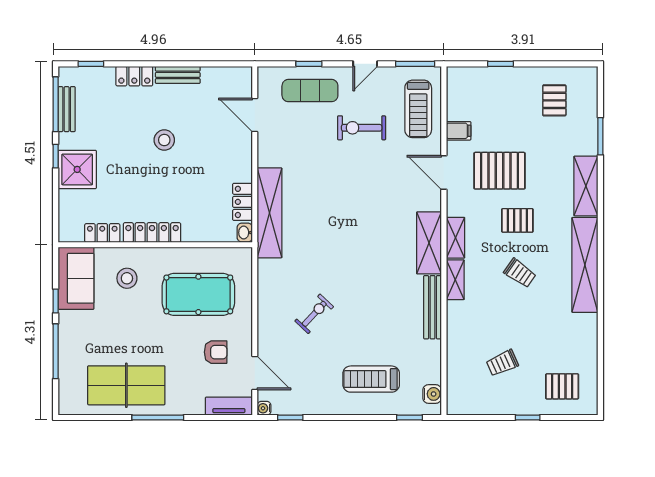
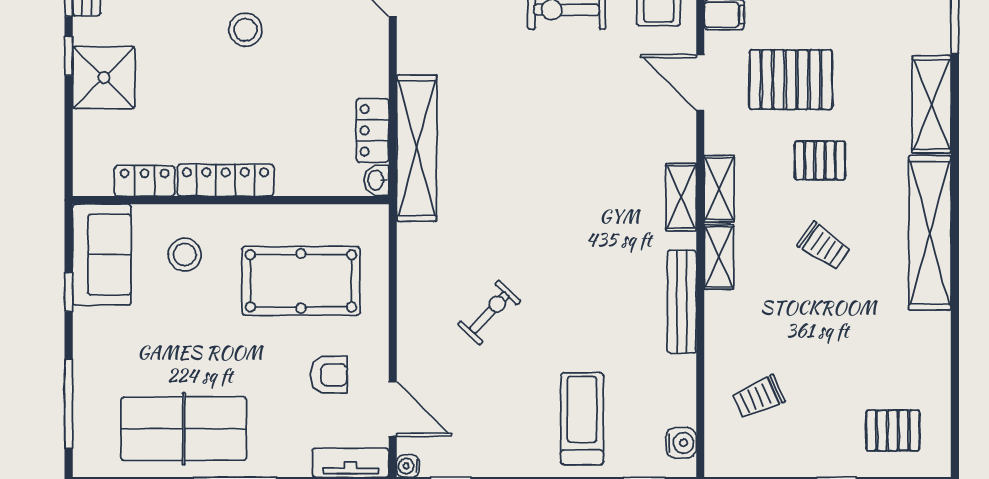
shelving: (429, 243) -> (681, 197), width x0.67, depth x0.75
window: (56, 351) -> (69, 404), moved
trolley: (502, 363) -> (758, 397), moved
treadmill: (371, 379) -> (582, 419), turned 90

